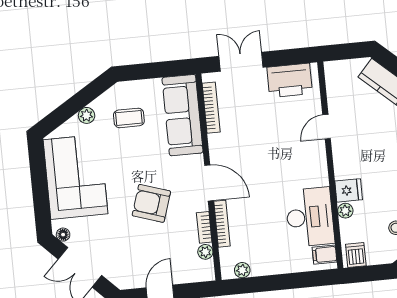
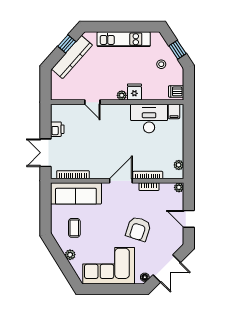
printer: (290, 80) -> (57, 129), width x0.53, depth x0.68
armchair: (151, 203) -> (138, 229), moved
plant: (345, 211) -> (122, 95), moved
plant: (205, 252) -> (179, 187), moved

